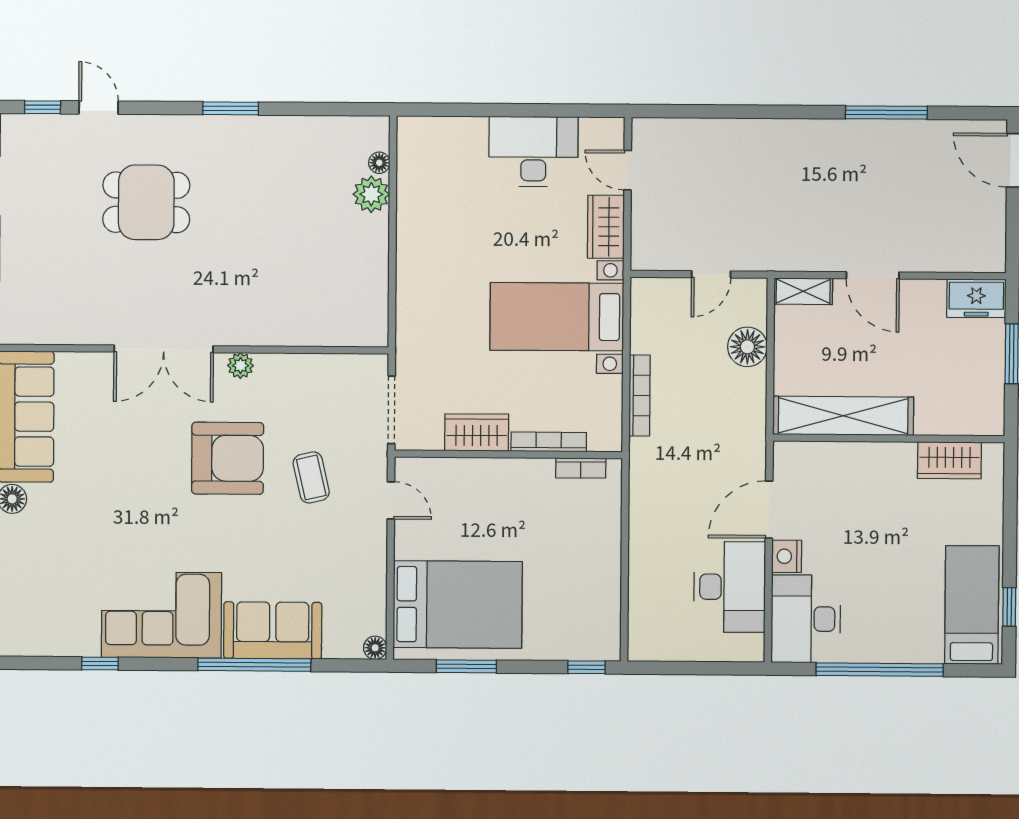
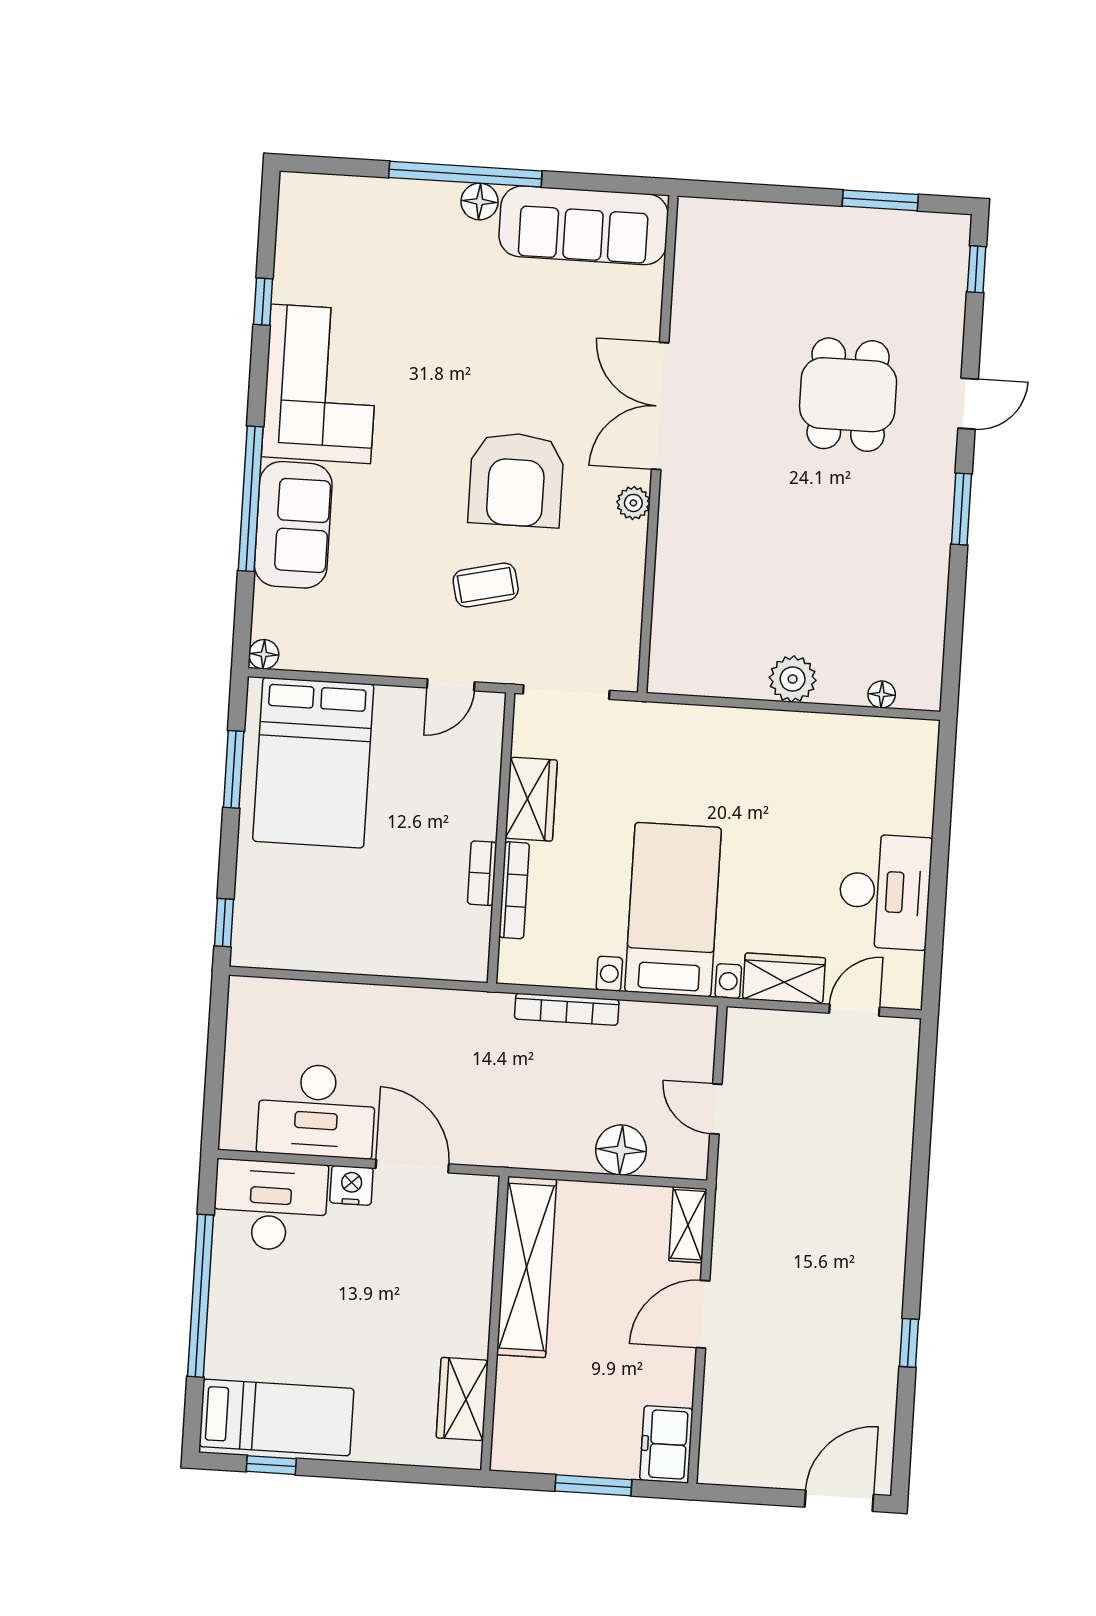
door: (99, 108) -> (968, 404), moved
window: (886, 112) -> (909, 1343), width x0.46
plant: (371, 194) -> (793, 679), moved
bookcase: (581, 468) -> (482, 873), moved

